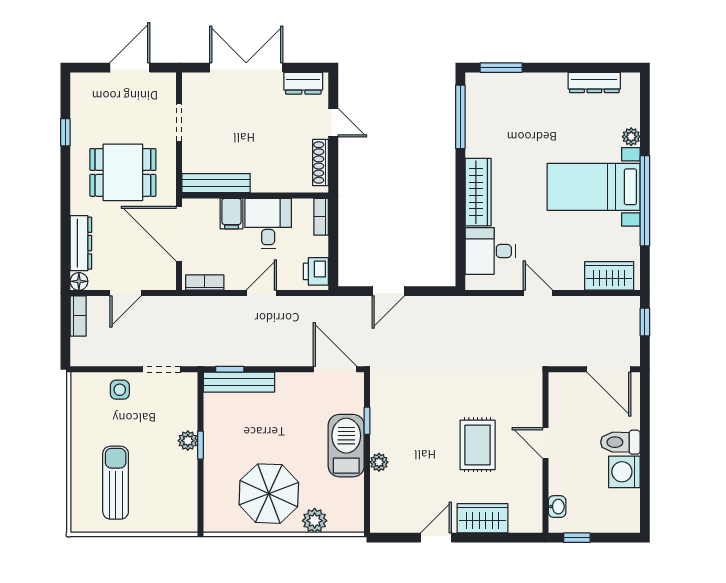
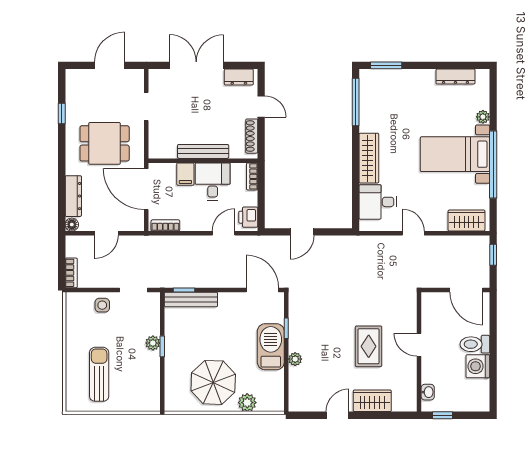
bench: (216, 183) -> (203, 151), moved
door: (261, 293) -> (224, 233), moved
bookcase: (78, 316) -> (71, 273), moved

